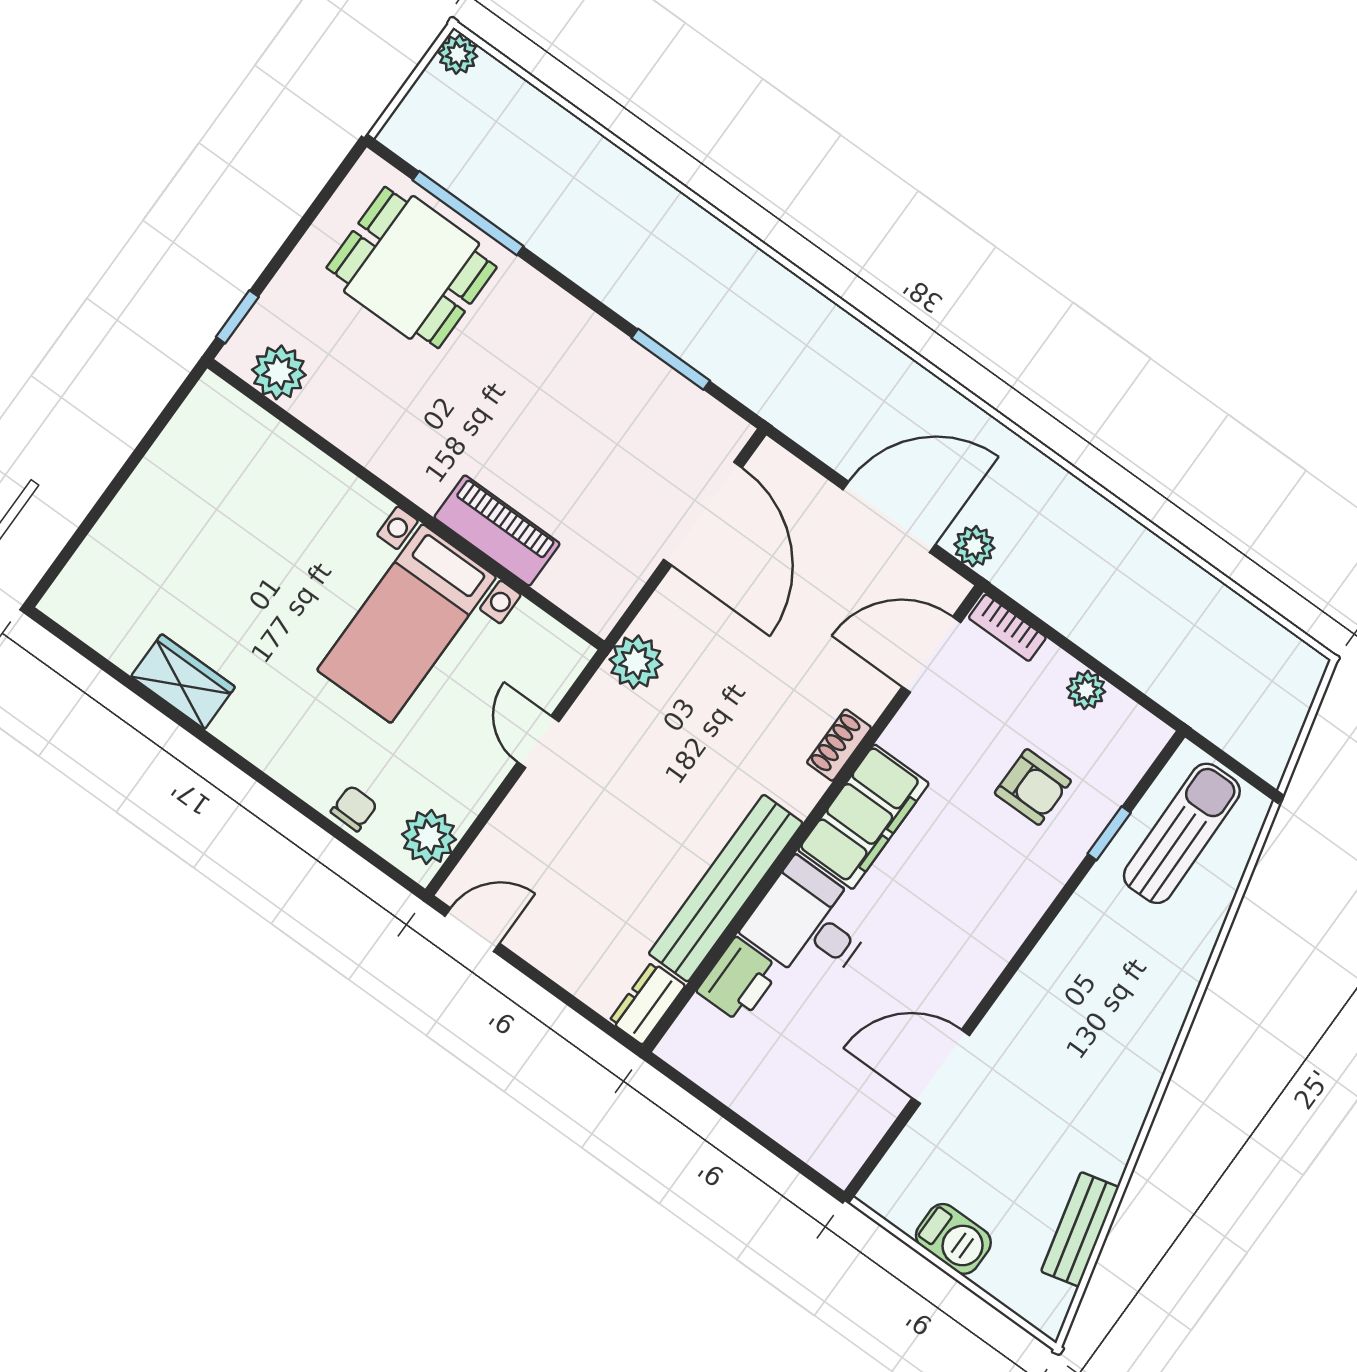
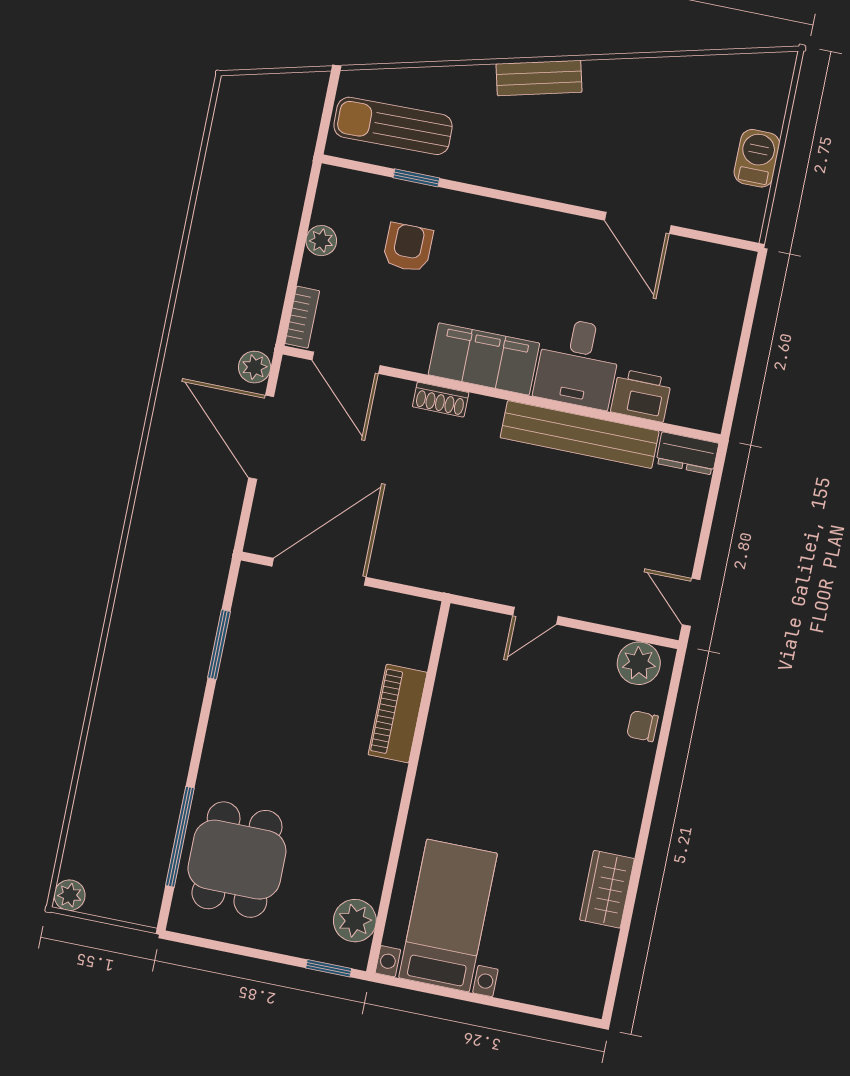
bed with nightstands: (407, 624) -> (448, 916), moved, turned -90
plant: (636, 662) -> (447, 572), removed
bench: (1080, 1229) -> (539, 78), moved

